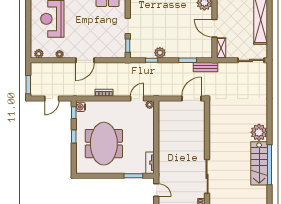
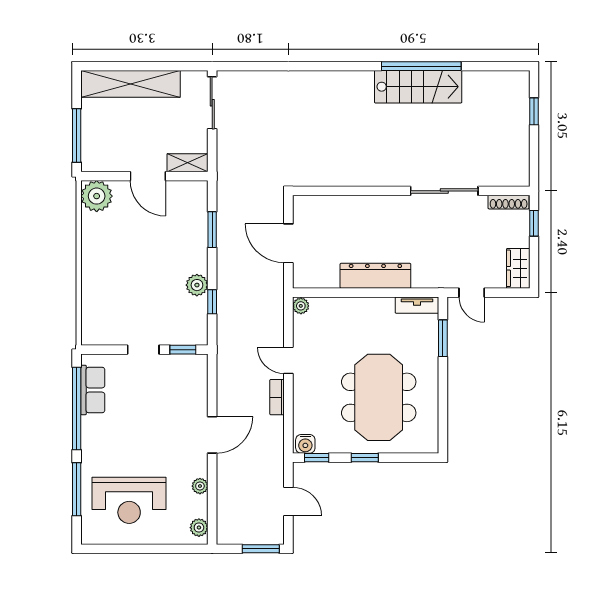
door: (214, 28) -> (148, 176), hinge flipped
door: (85, 60) -> (212, 435), hinge flipped
bench: (205, 67) -> (226, 194), removed
door: (137, 98) -> (288, 360), moved
door: (192, 98) -> (288, 243), moved
plant: (259, 132) -> (356, 87), removed
dresser: (165, 142) -> (375, 276), added
meeting table: (104, 144) -> (379, 397), turned 90
door: (156, 190) -> (472, 293), swing flipped

